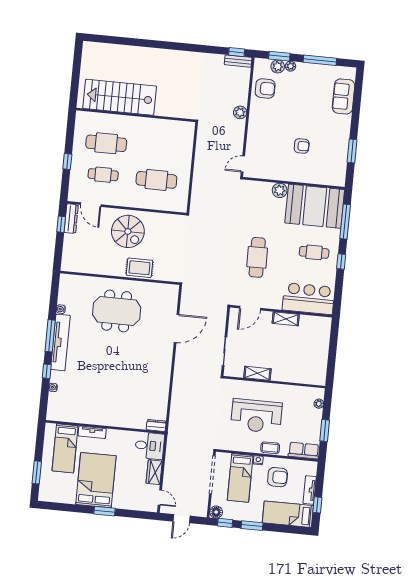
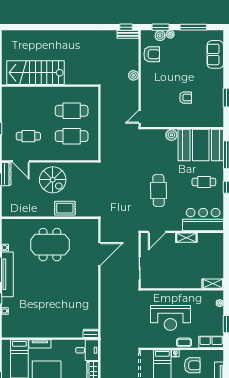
cafe table: (106, 143) -> (72, 111), moved
shelving: (257, 373) -> (213, 284), moved

